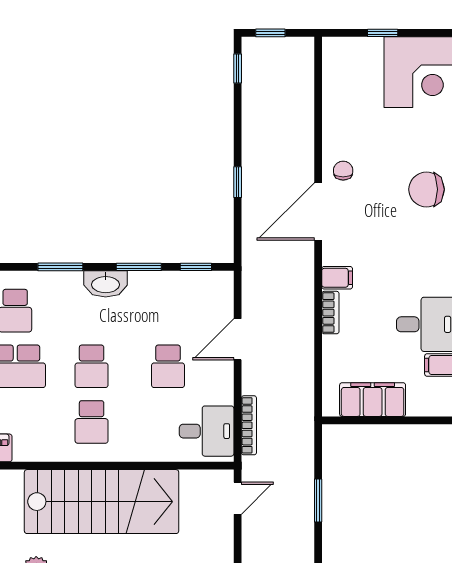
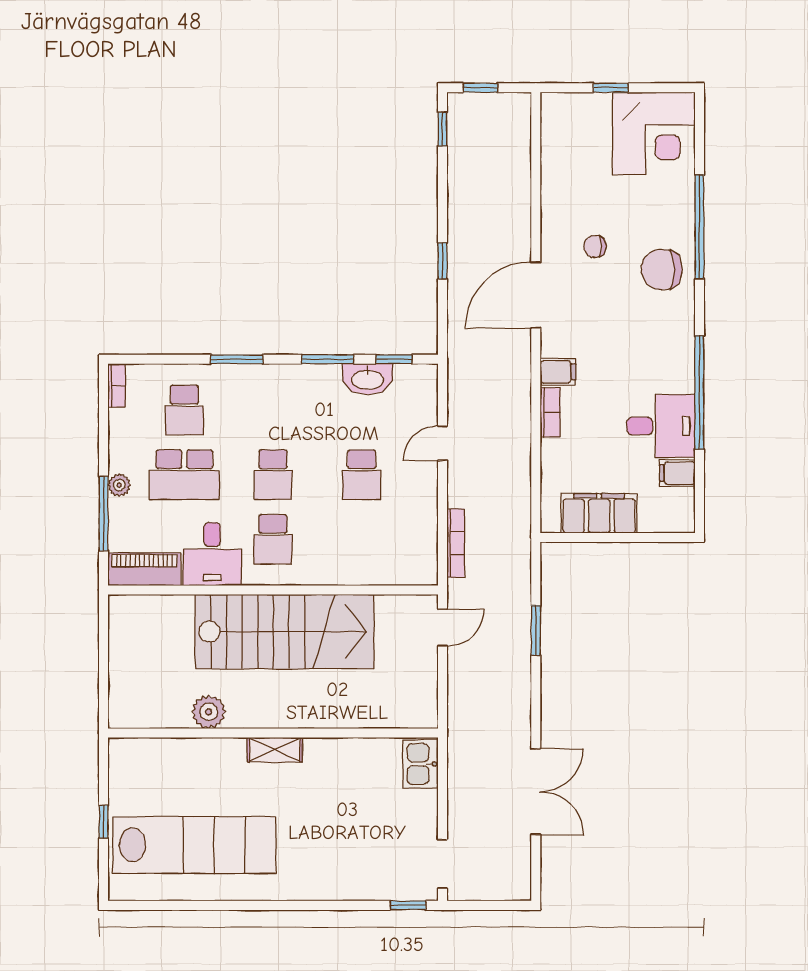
chair: (343, 171) -> (595, 246), moved, turned -90
washbasin: (106, 284) -> (368, 379), moved
door: (238, 339) -> (442, 443), width x0.73
desk: (207, 431) -> (212, 554), moved, turned 90

